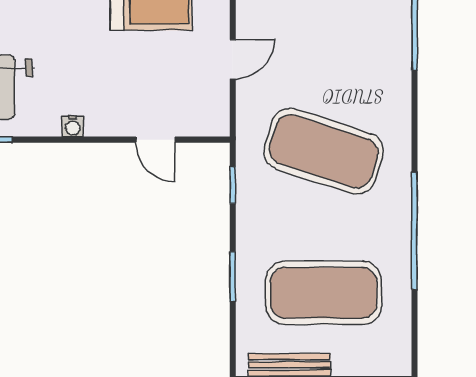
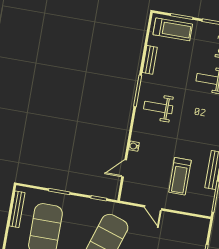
water cooler: (73, 126) -> (134, 146), moved

